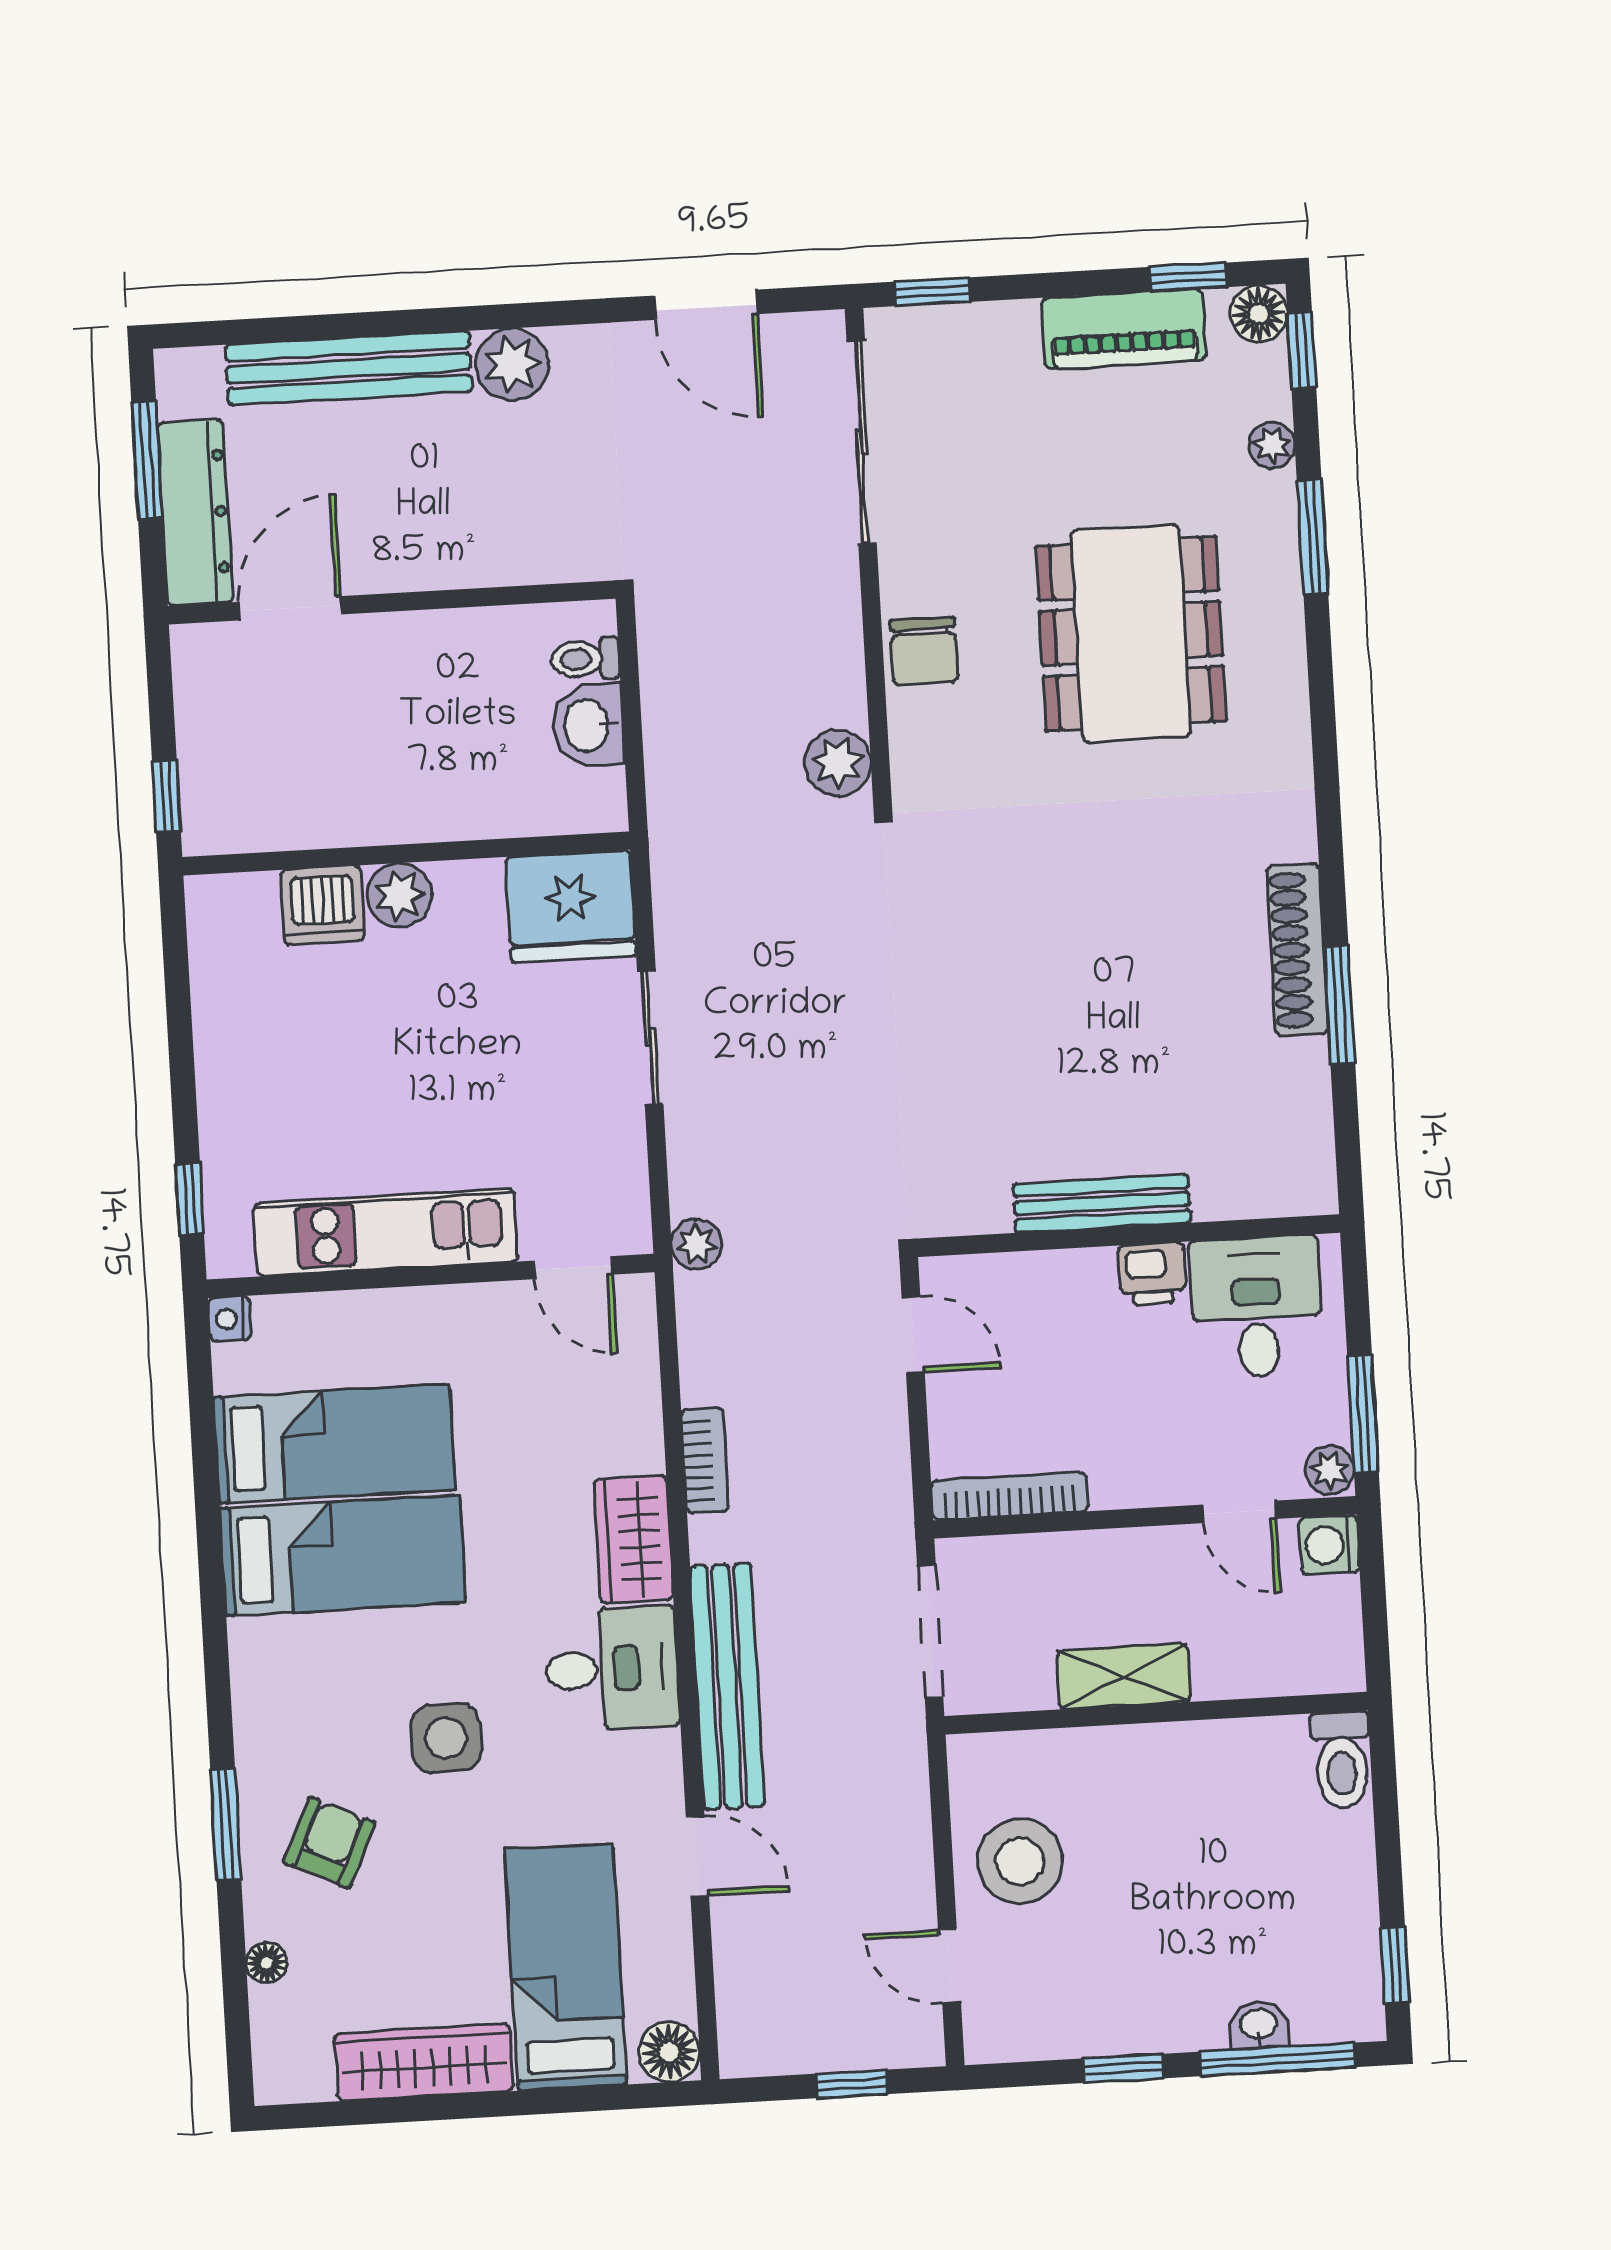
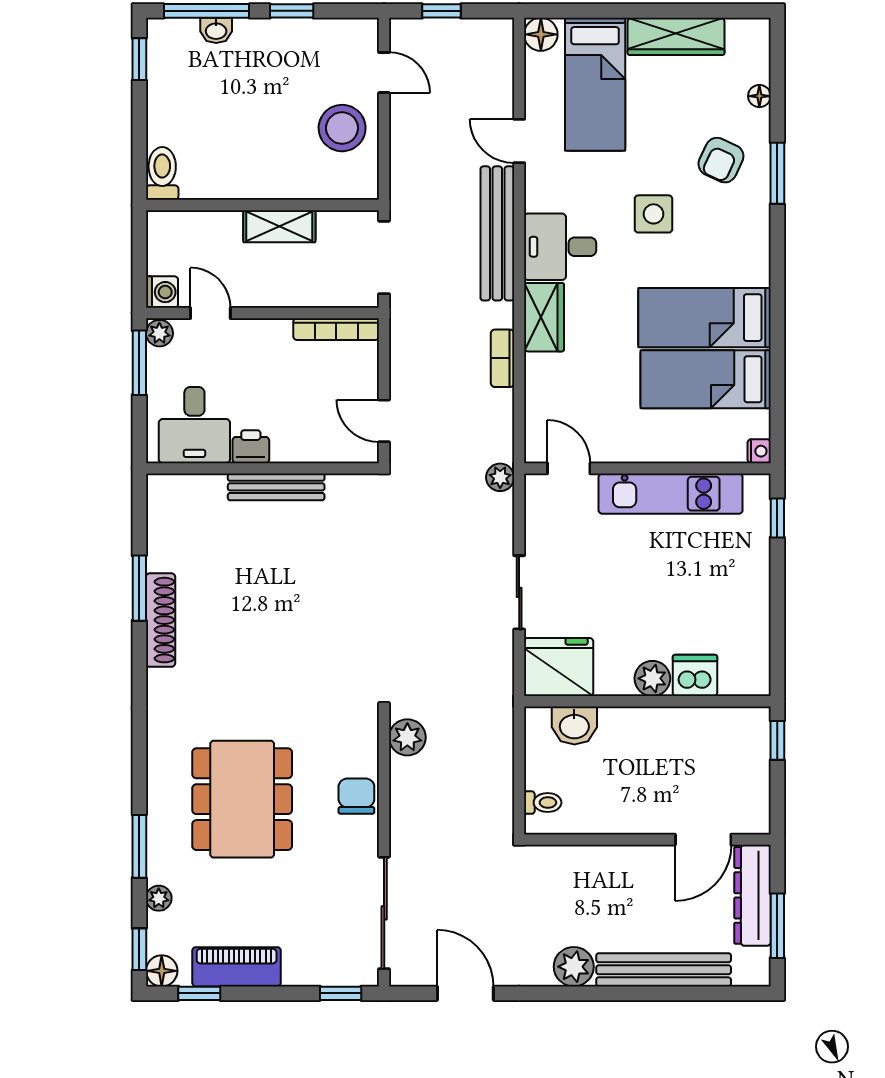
washbasin: (588, 725) -> (574, 725), moved, turned 90

